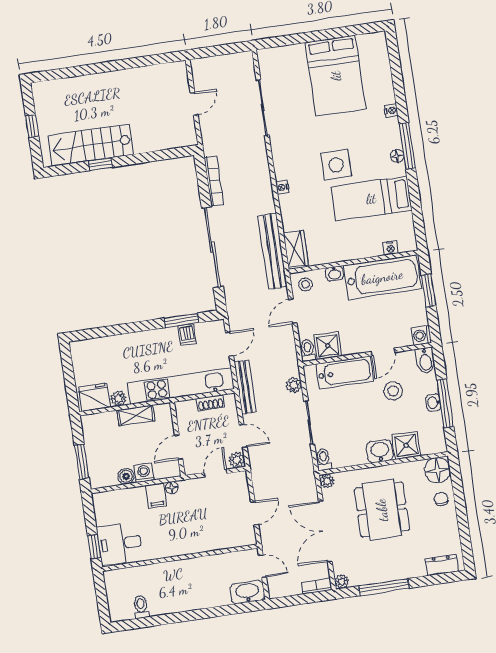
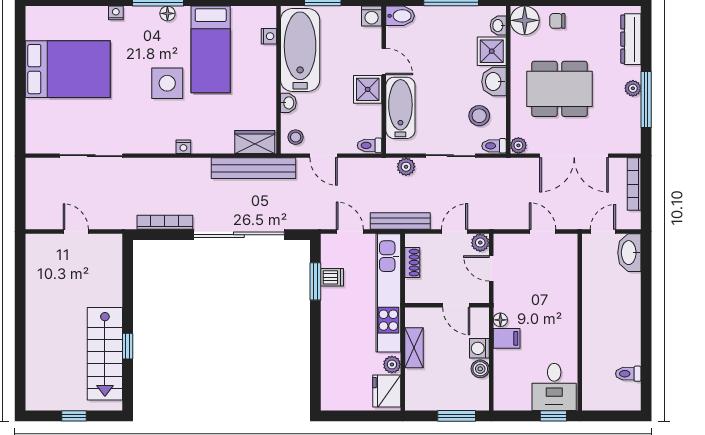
shower: (328, 346) -> (368, 89), moved
stool: (393, 391) -> (479, 116), moved
washbasin: (433, 403) -> (498, 26), moved, turned 90
dresser: (442, 565) -> (631, 39), width x1.44
plant: (342, 581) -> (633, 88), moved
bookcase: (316, 586) -> (634, 184), width x1.56

